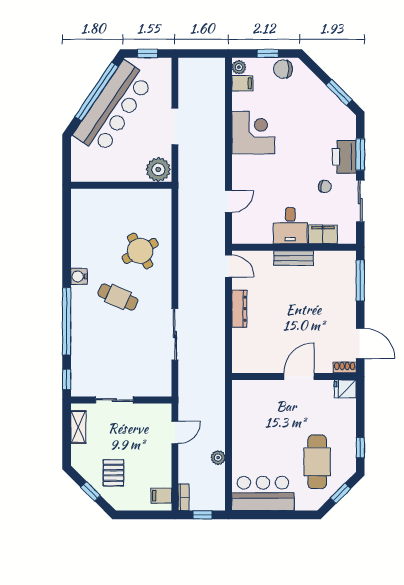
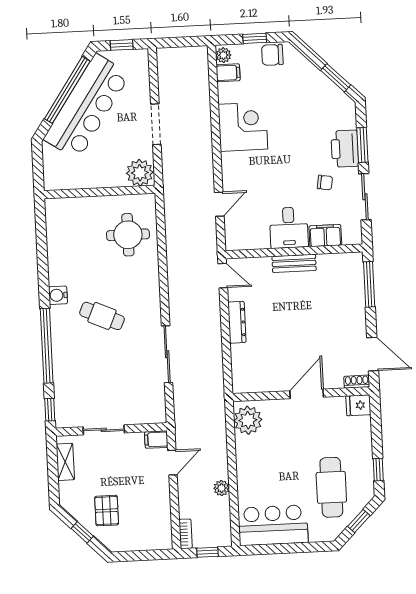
round table: (140, 251) -> (128, 235), moved, turned 30
plant: (245, 397) -> (248, 420), added
filing cabinet: (161, 496) -> (156, 440), moved

